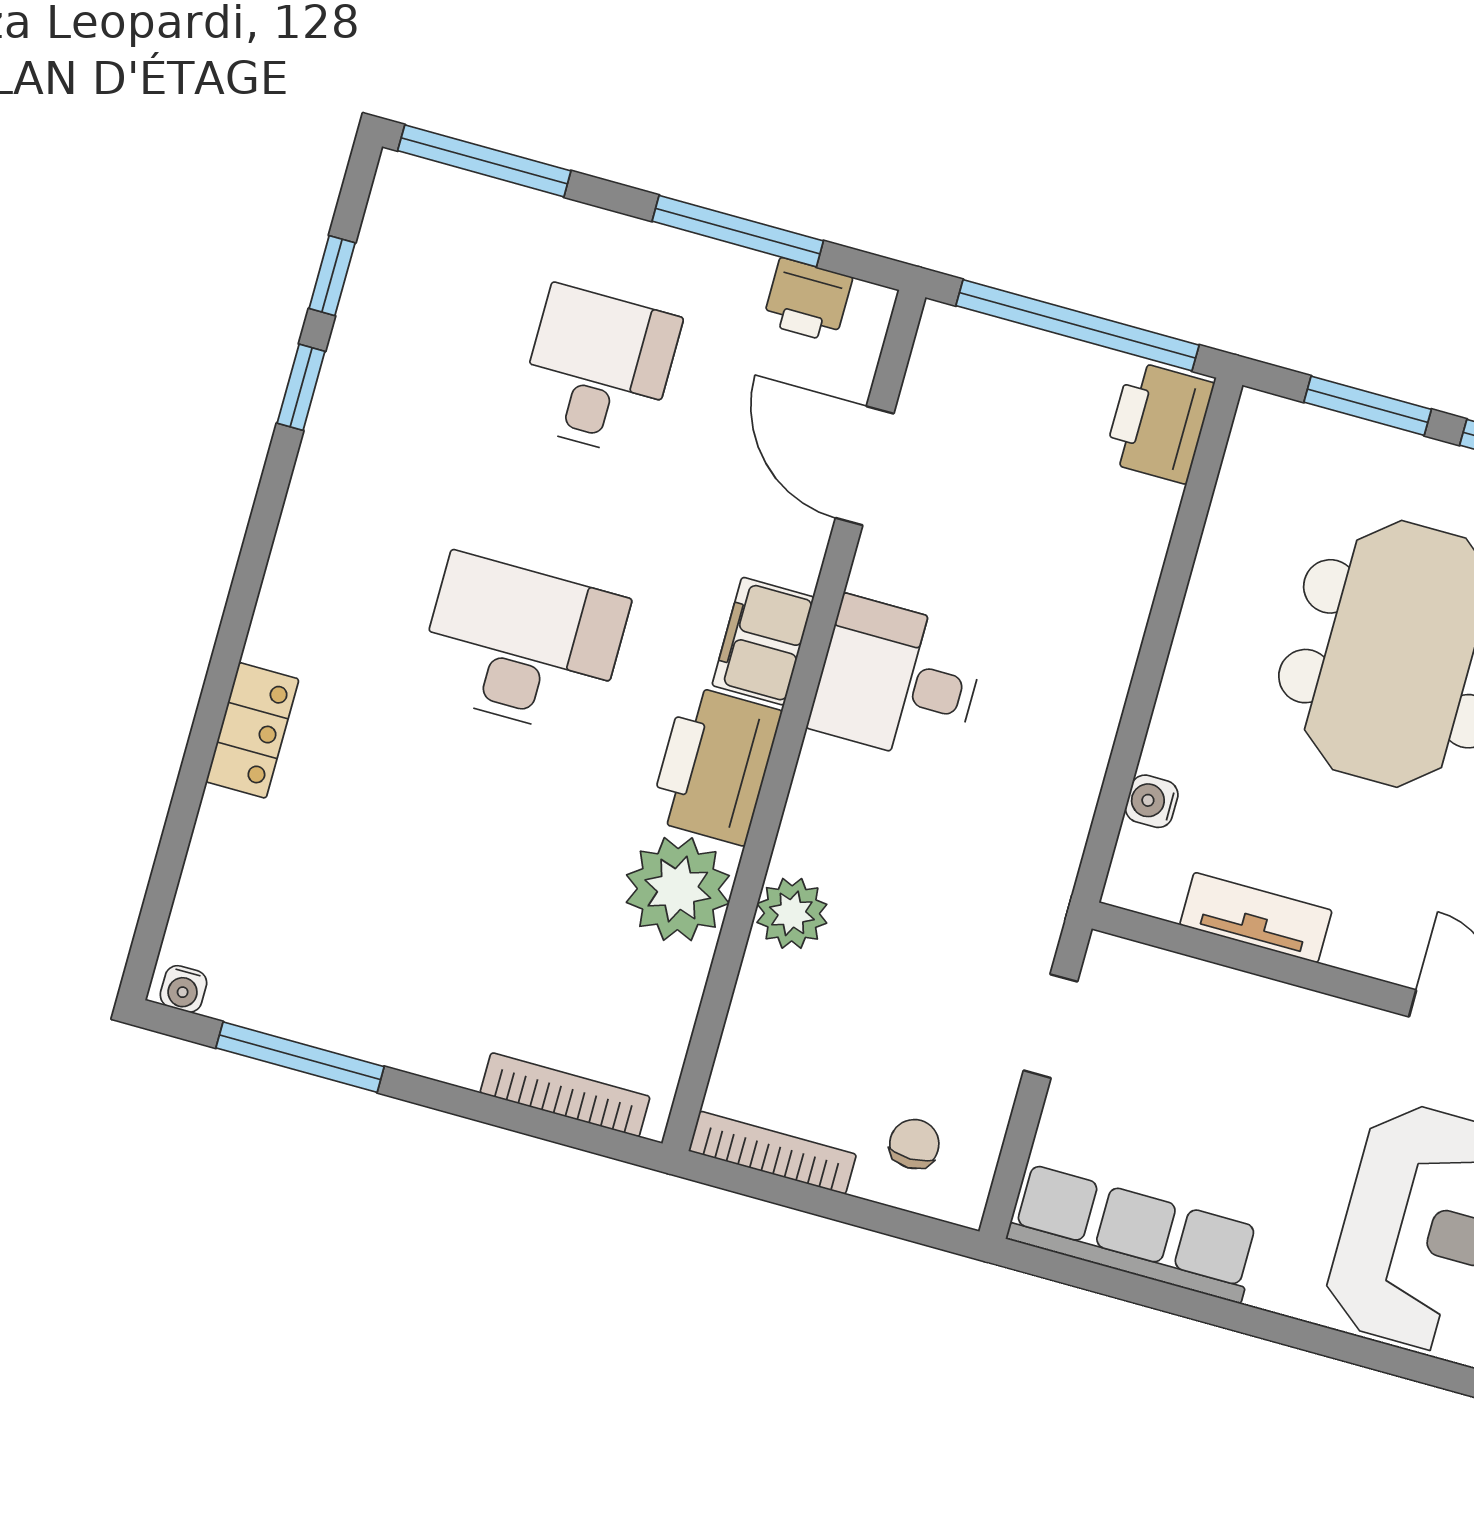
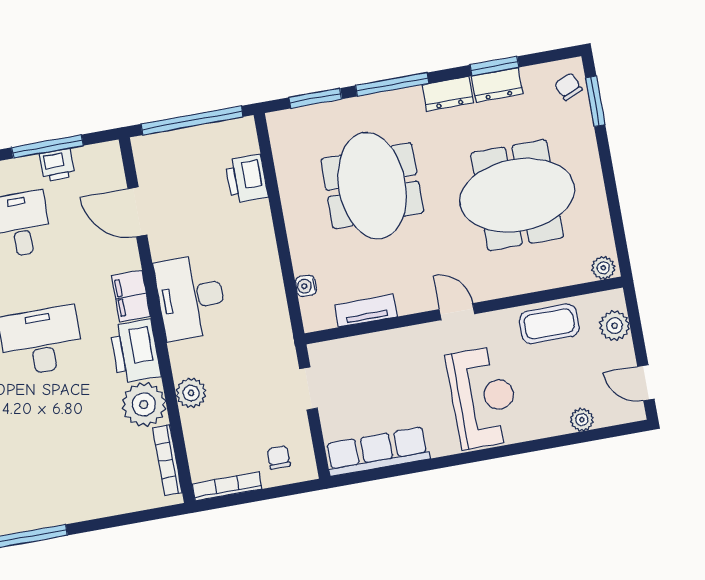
printer: (807, 300) -> (57, 165), moved
printer: (1159, 422) -> (247, 179), moved
desk: (898, 680) -> (191, 297), width x1.37
bookcase: (565, 1095) -> (167, 460), moved, turned -90

